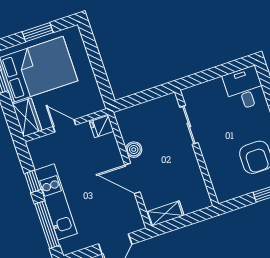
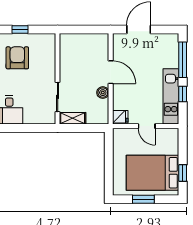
wardrobe: (27, 117) -> (171, 141), removed
kitchen unit: (56, 202) -> (171, 96), moved
shelving: (165, 214) -> (73, 118), moved

